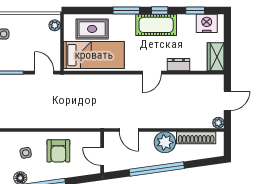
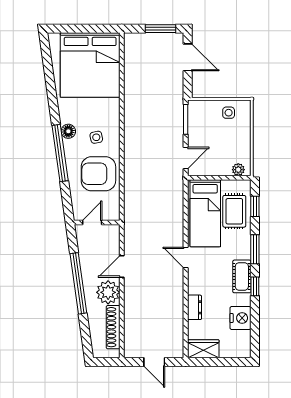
window: (195, 11) -> (255, 206), moved
nightstand: (207, 23) -> (240, 318), moved
cot: (156, 25) -> (242, 276), width x0.73, depth x0.75
door: (152, 73) -> (186, 257), moved
plant: (218, 123) -> (130, 352), removed
door: (129, 130) -> (122, 266), moved
armchair: (58, 151) -> (98, 174), width x1.36, depth x1.36

